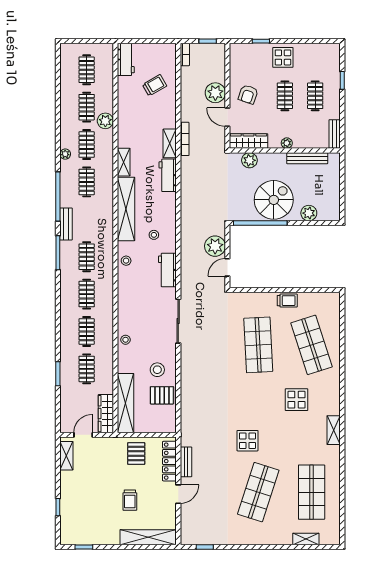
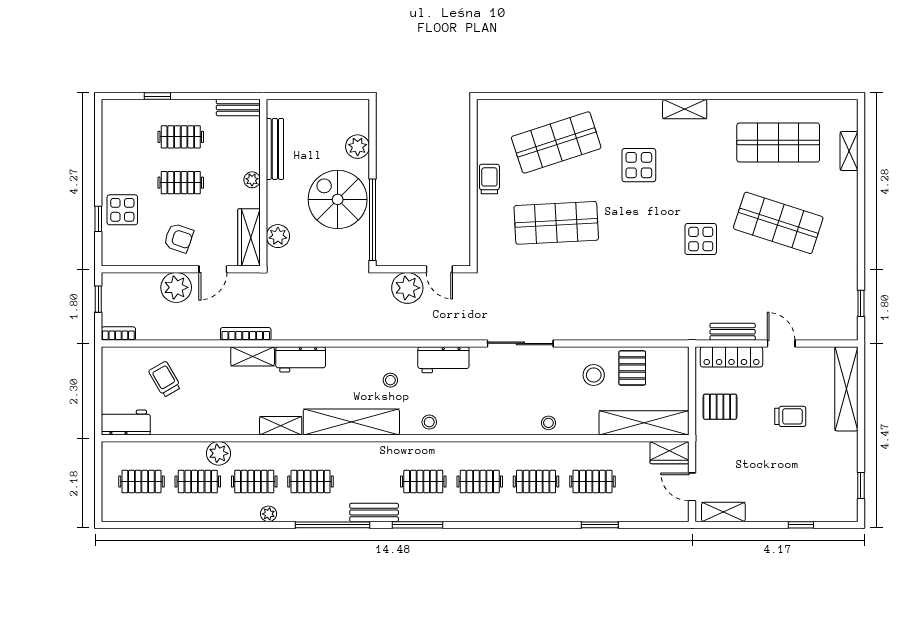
display table: (283, 57) -> (122, 210), moved
wardrobe: (106, 414) -> (670, 453), width x0.67

